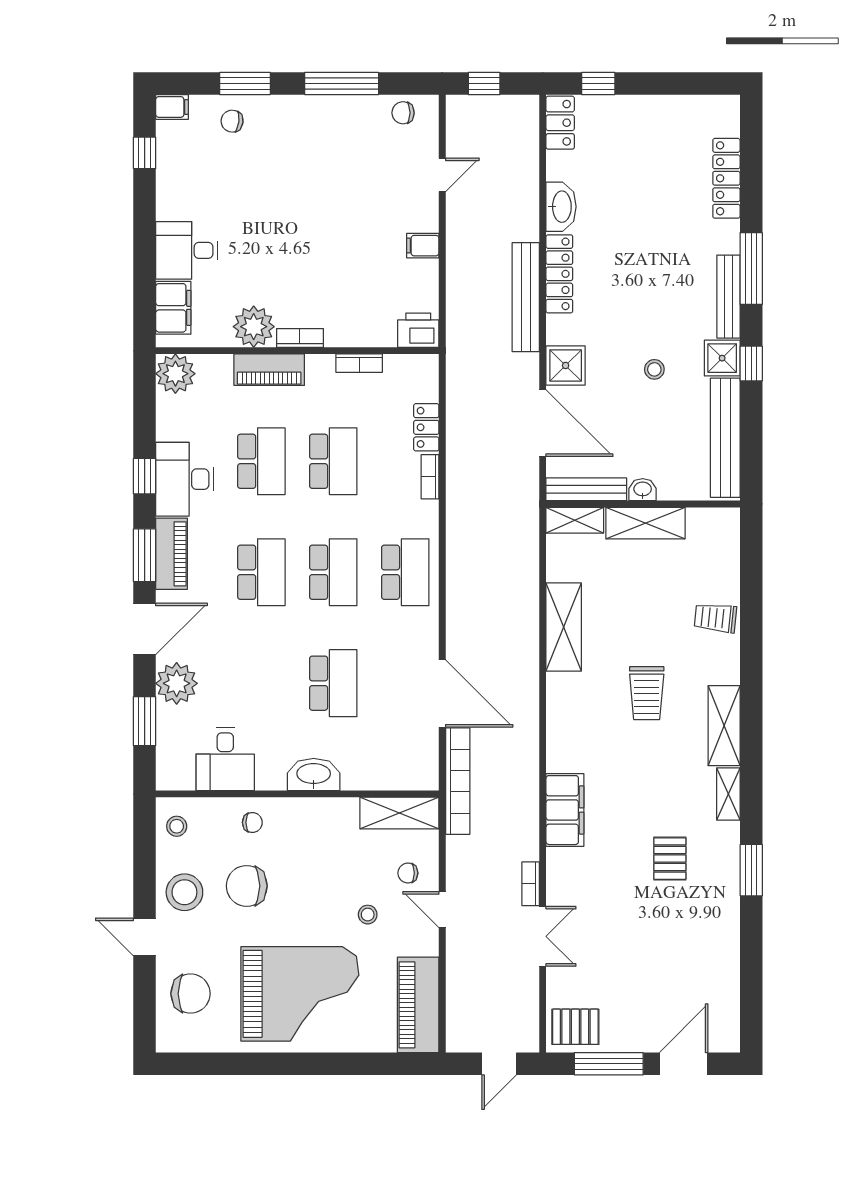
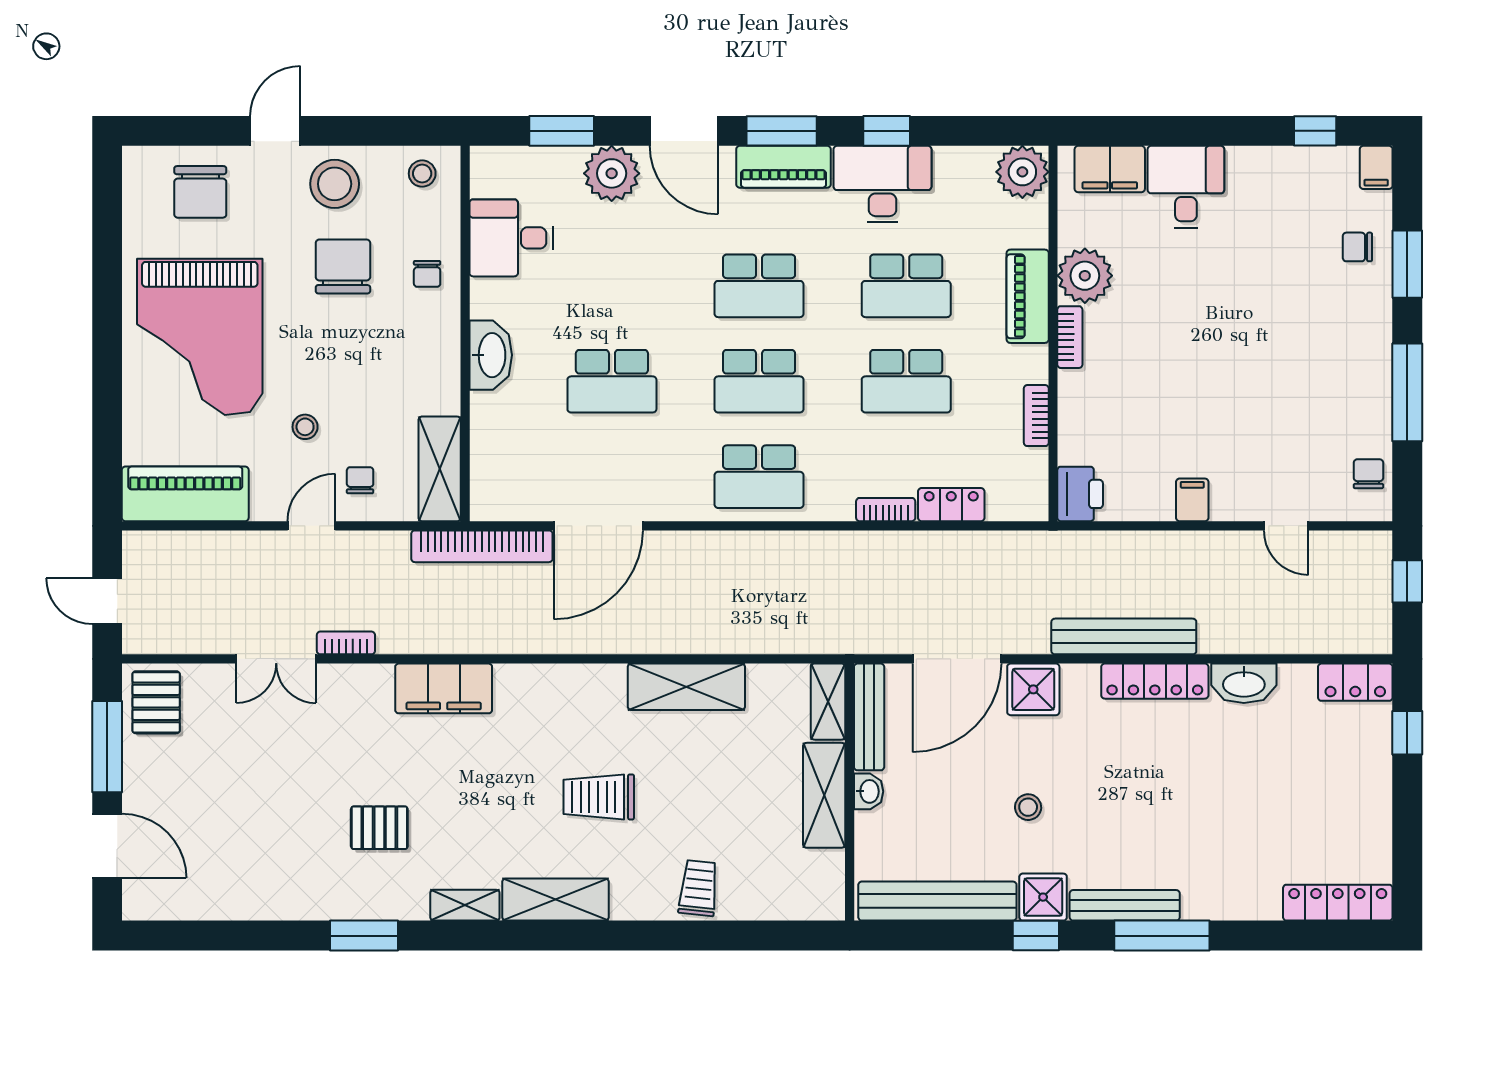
chair: (232, 121) -> (1357, 247), turned -97
locker: (726, 178) -> (1338, 903), moved

